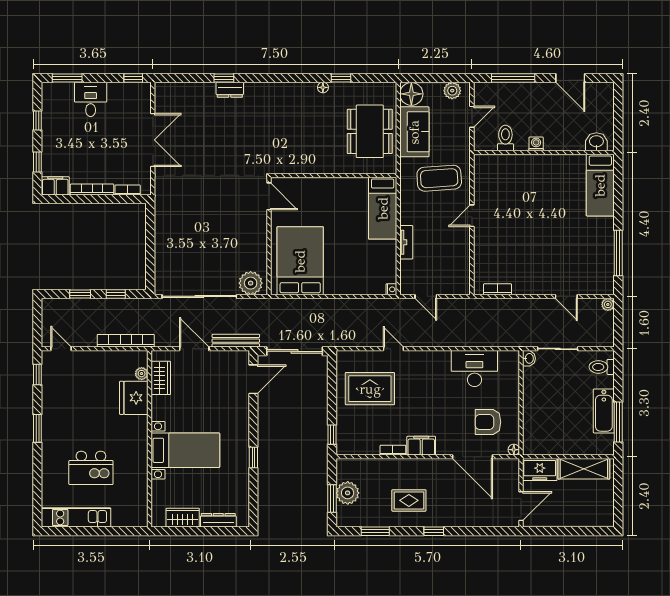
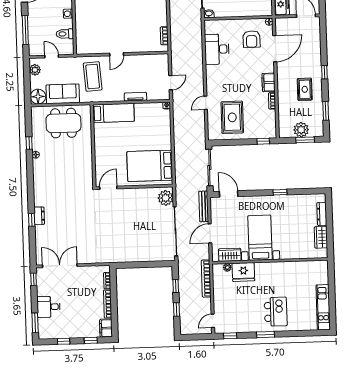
double door: (153, 140) -> (60, 266), moved
door: (472, 216) -> (117, 54), hinge flipped
bed with nightstands: (185, 450) -> (260, 238), moved
kitchen island: (91, 468) -> (276, 312), moved

